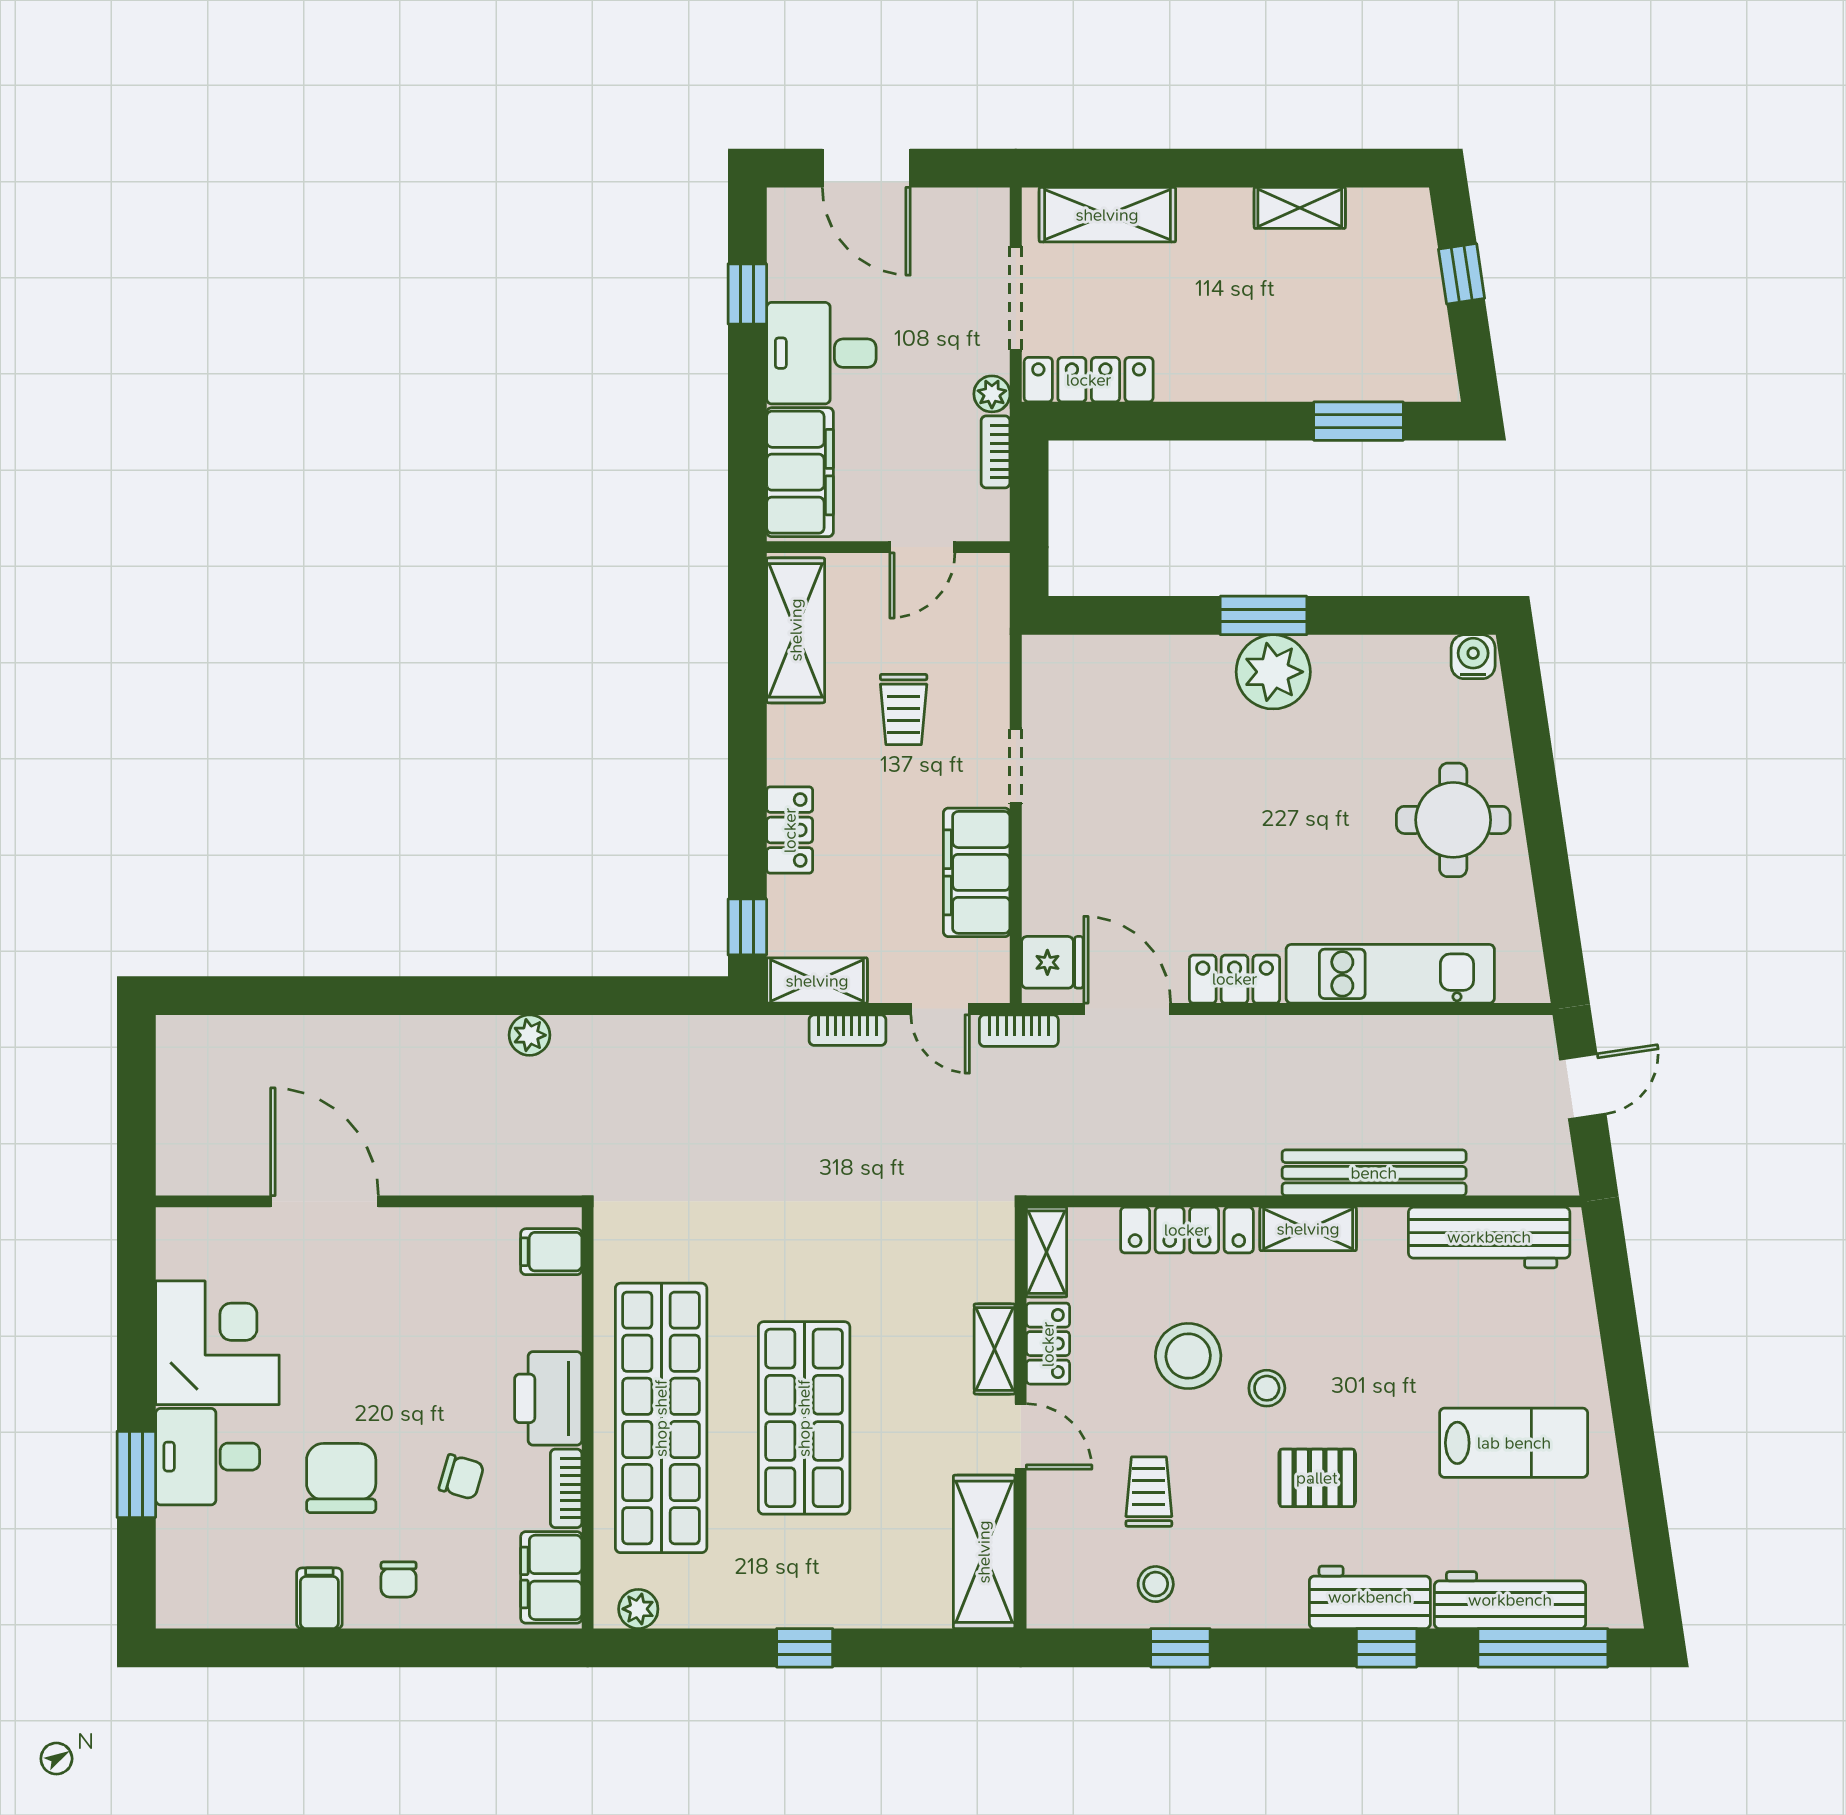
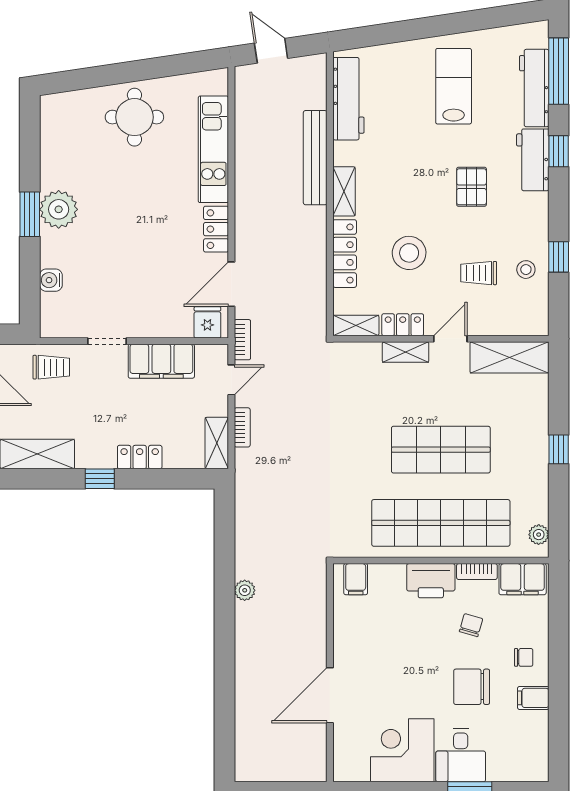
water cooler: (1473, 657) -> (51, 280), moved
trolley: (904, 709) -> (51, 367), moved
window: (747, 927) -> (100, 479), moved
stool: (1267, 1388) -> (426, 213), removed

